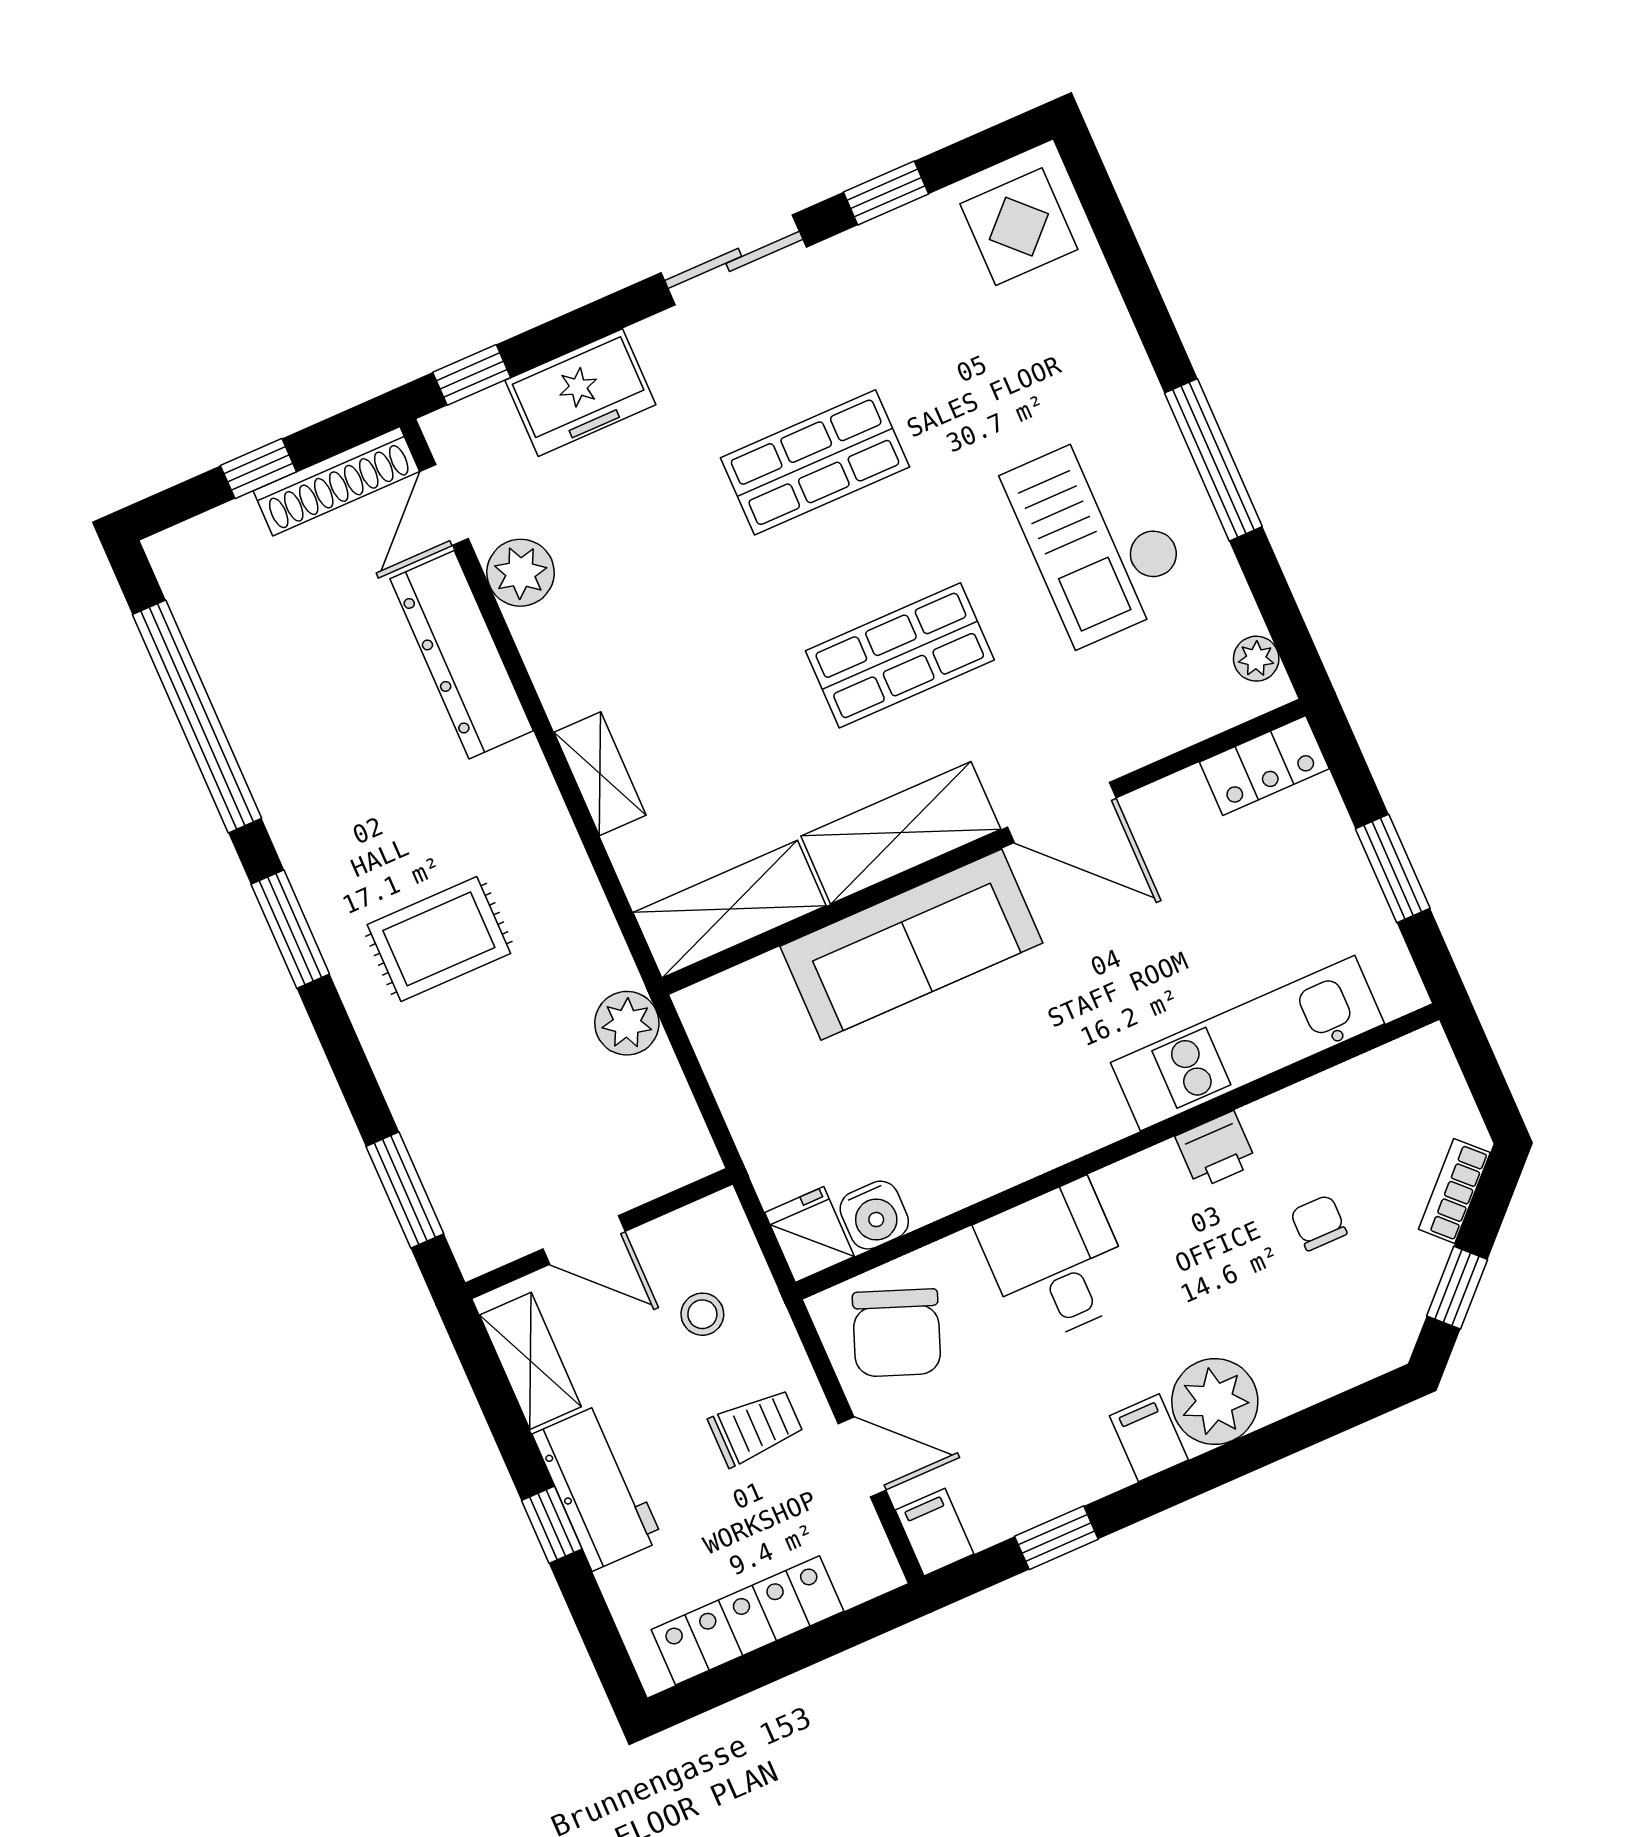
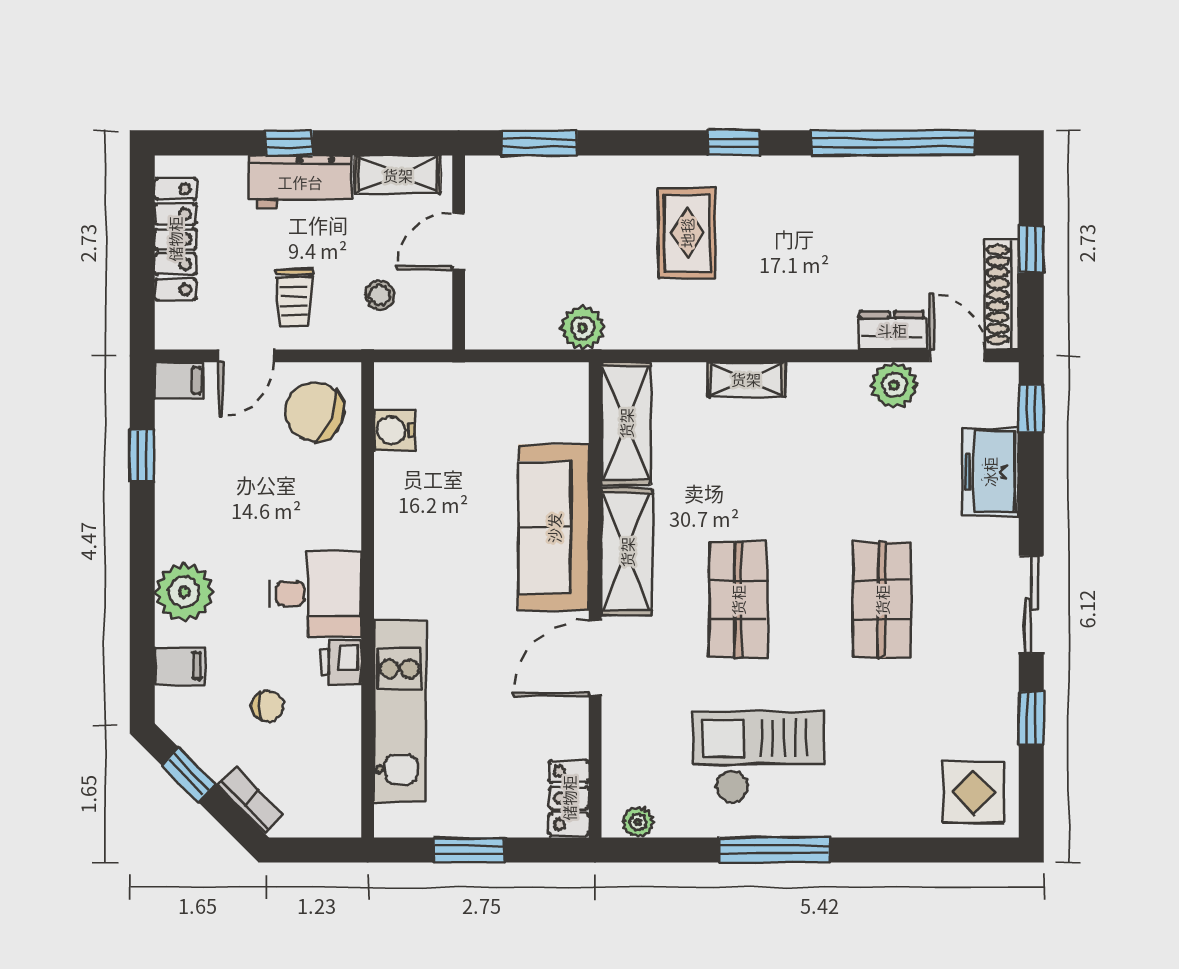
dresser: (462, 655) -> (892, 330), width x0.51, depth x0.80
window: (290, 929) -> (734, 143), width x0.67
fridge: (809, 1235) -> (400, 384), removed
desk: (1057, 1262) -> (315, 593), moved
filing cabinet: (1149, 1438) -> (179, 666), moved

